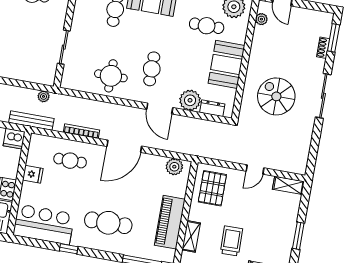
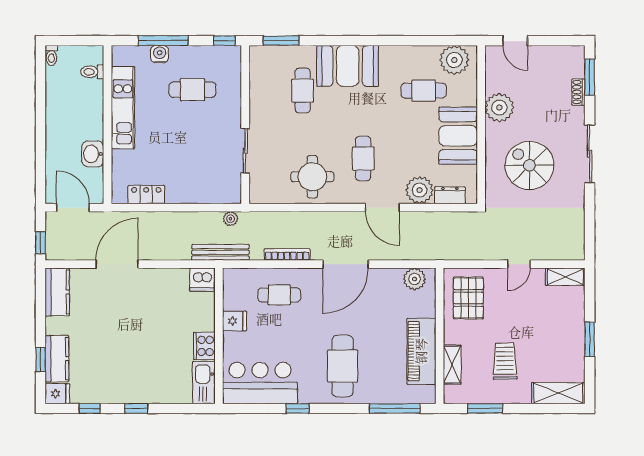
plant: (261, 19) -> (499, 108), moved, width x1.87, depth x1.87
cafe table: (108, 223) -> (343, 366), turned 90

